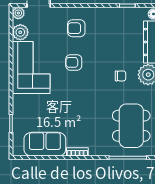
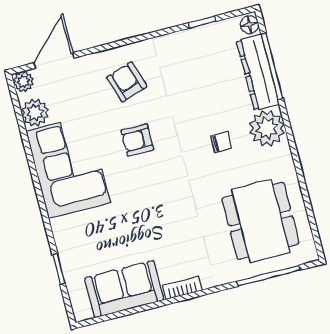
armchair: (76, 28) -> (127, 82), turned 72

